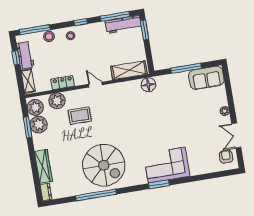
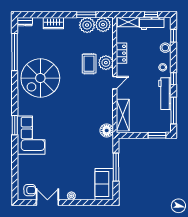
workbench: (123, 24) -> (165, 94), moved
window: (35, 30) -> (173, 36), width x0.46
plant: (57, 101) -> (106, 63), moved
wardrobe: (43, 166) -> (53, 23), width x0.67
window: (96, 195) -> (15, 52), moved

